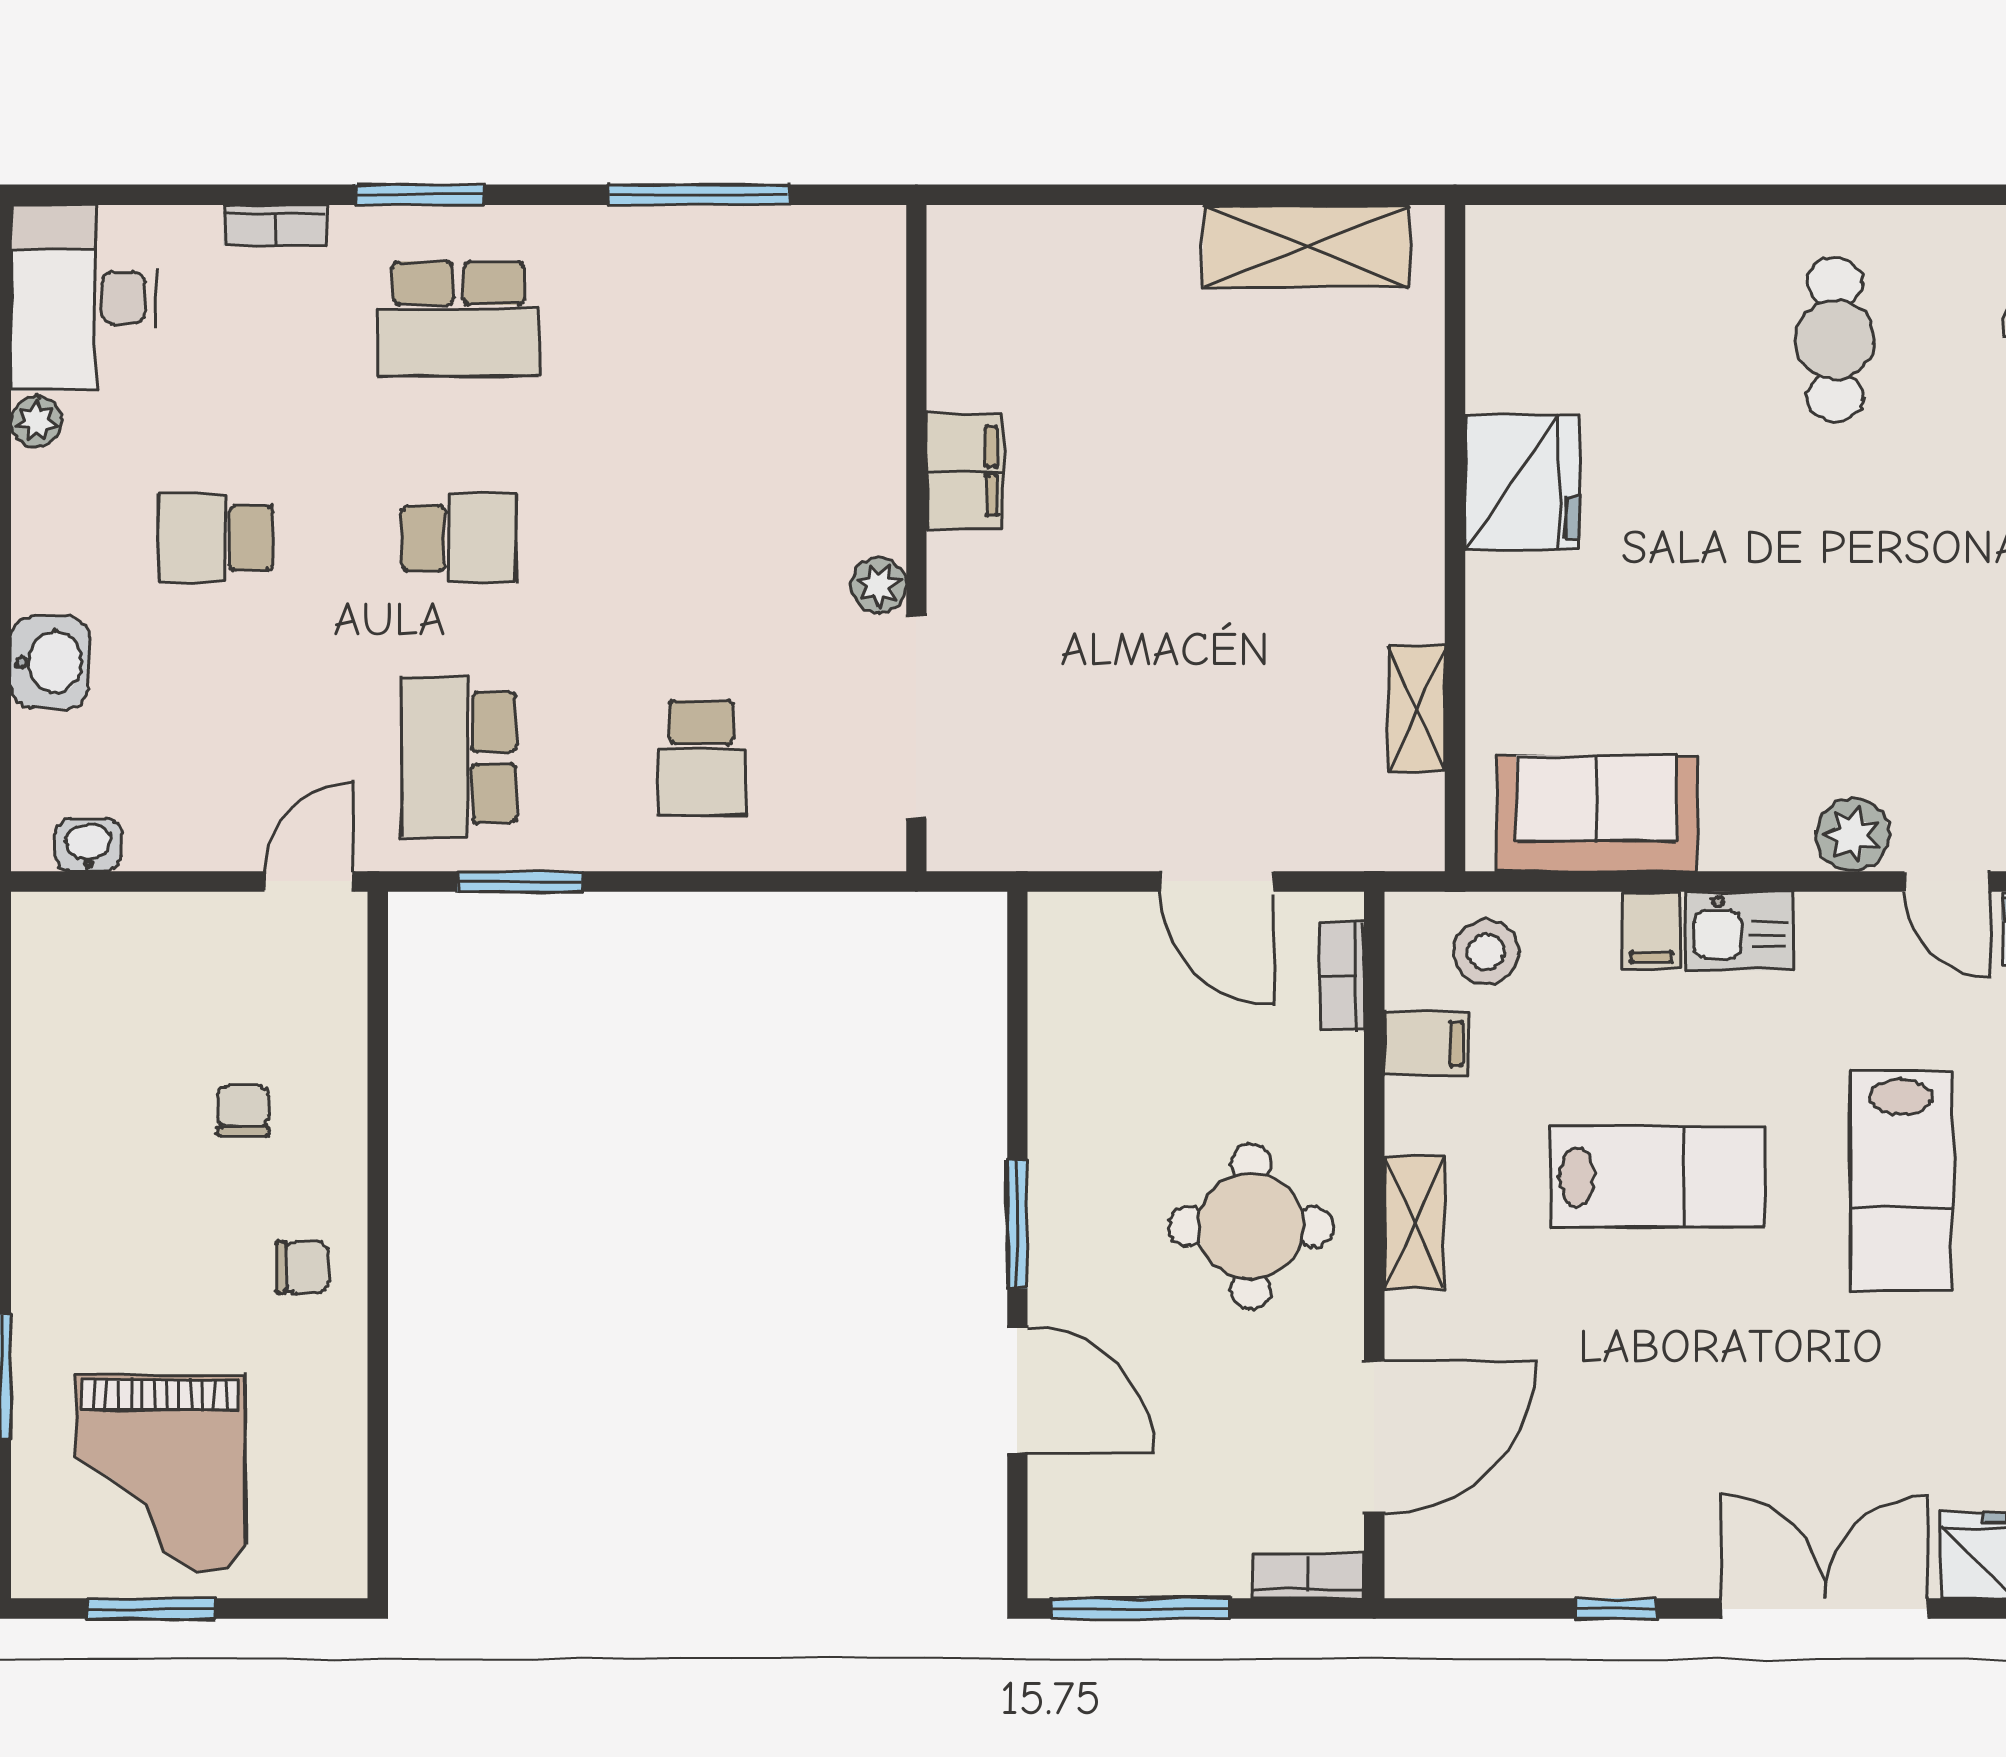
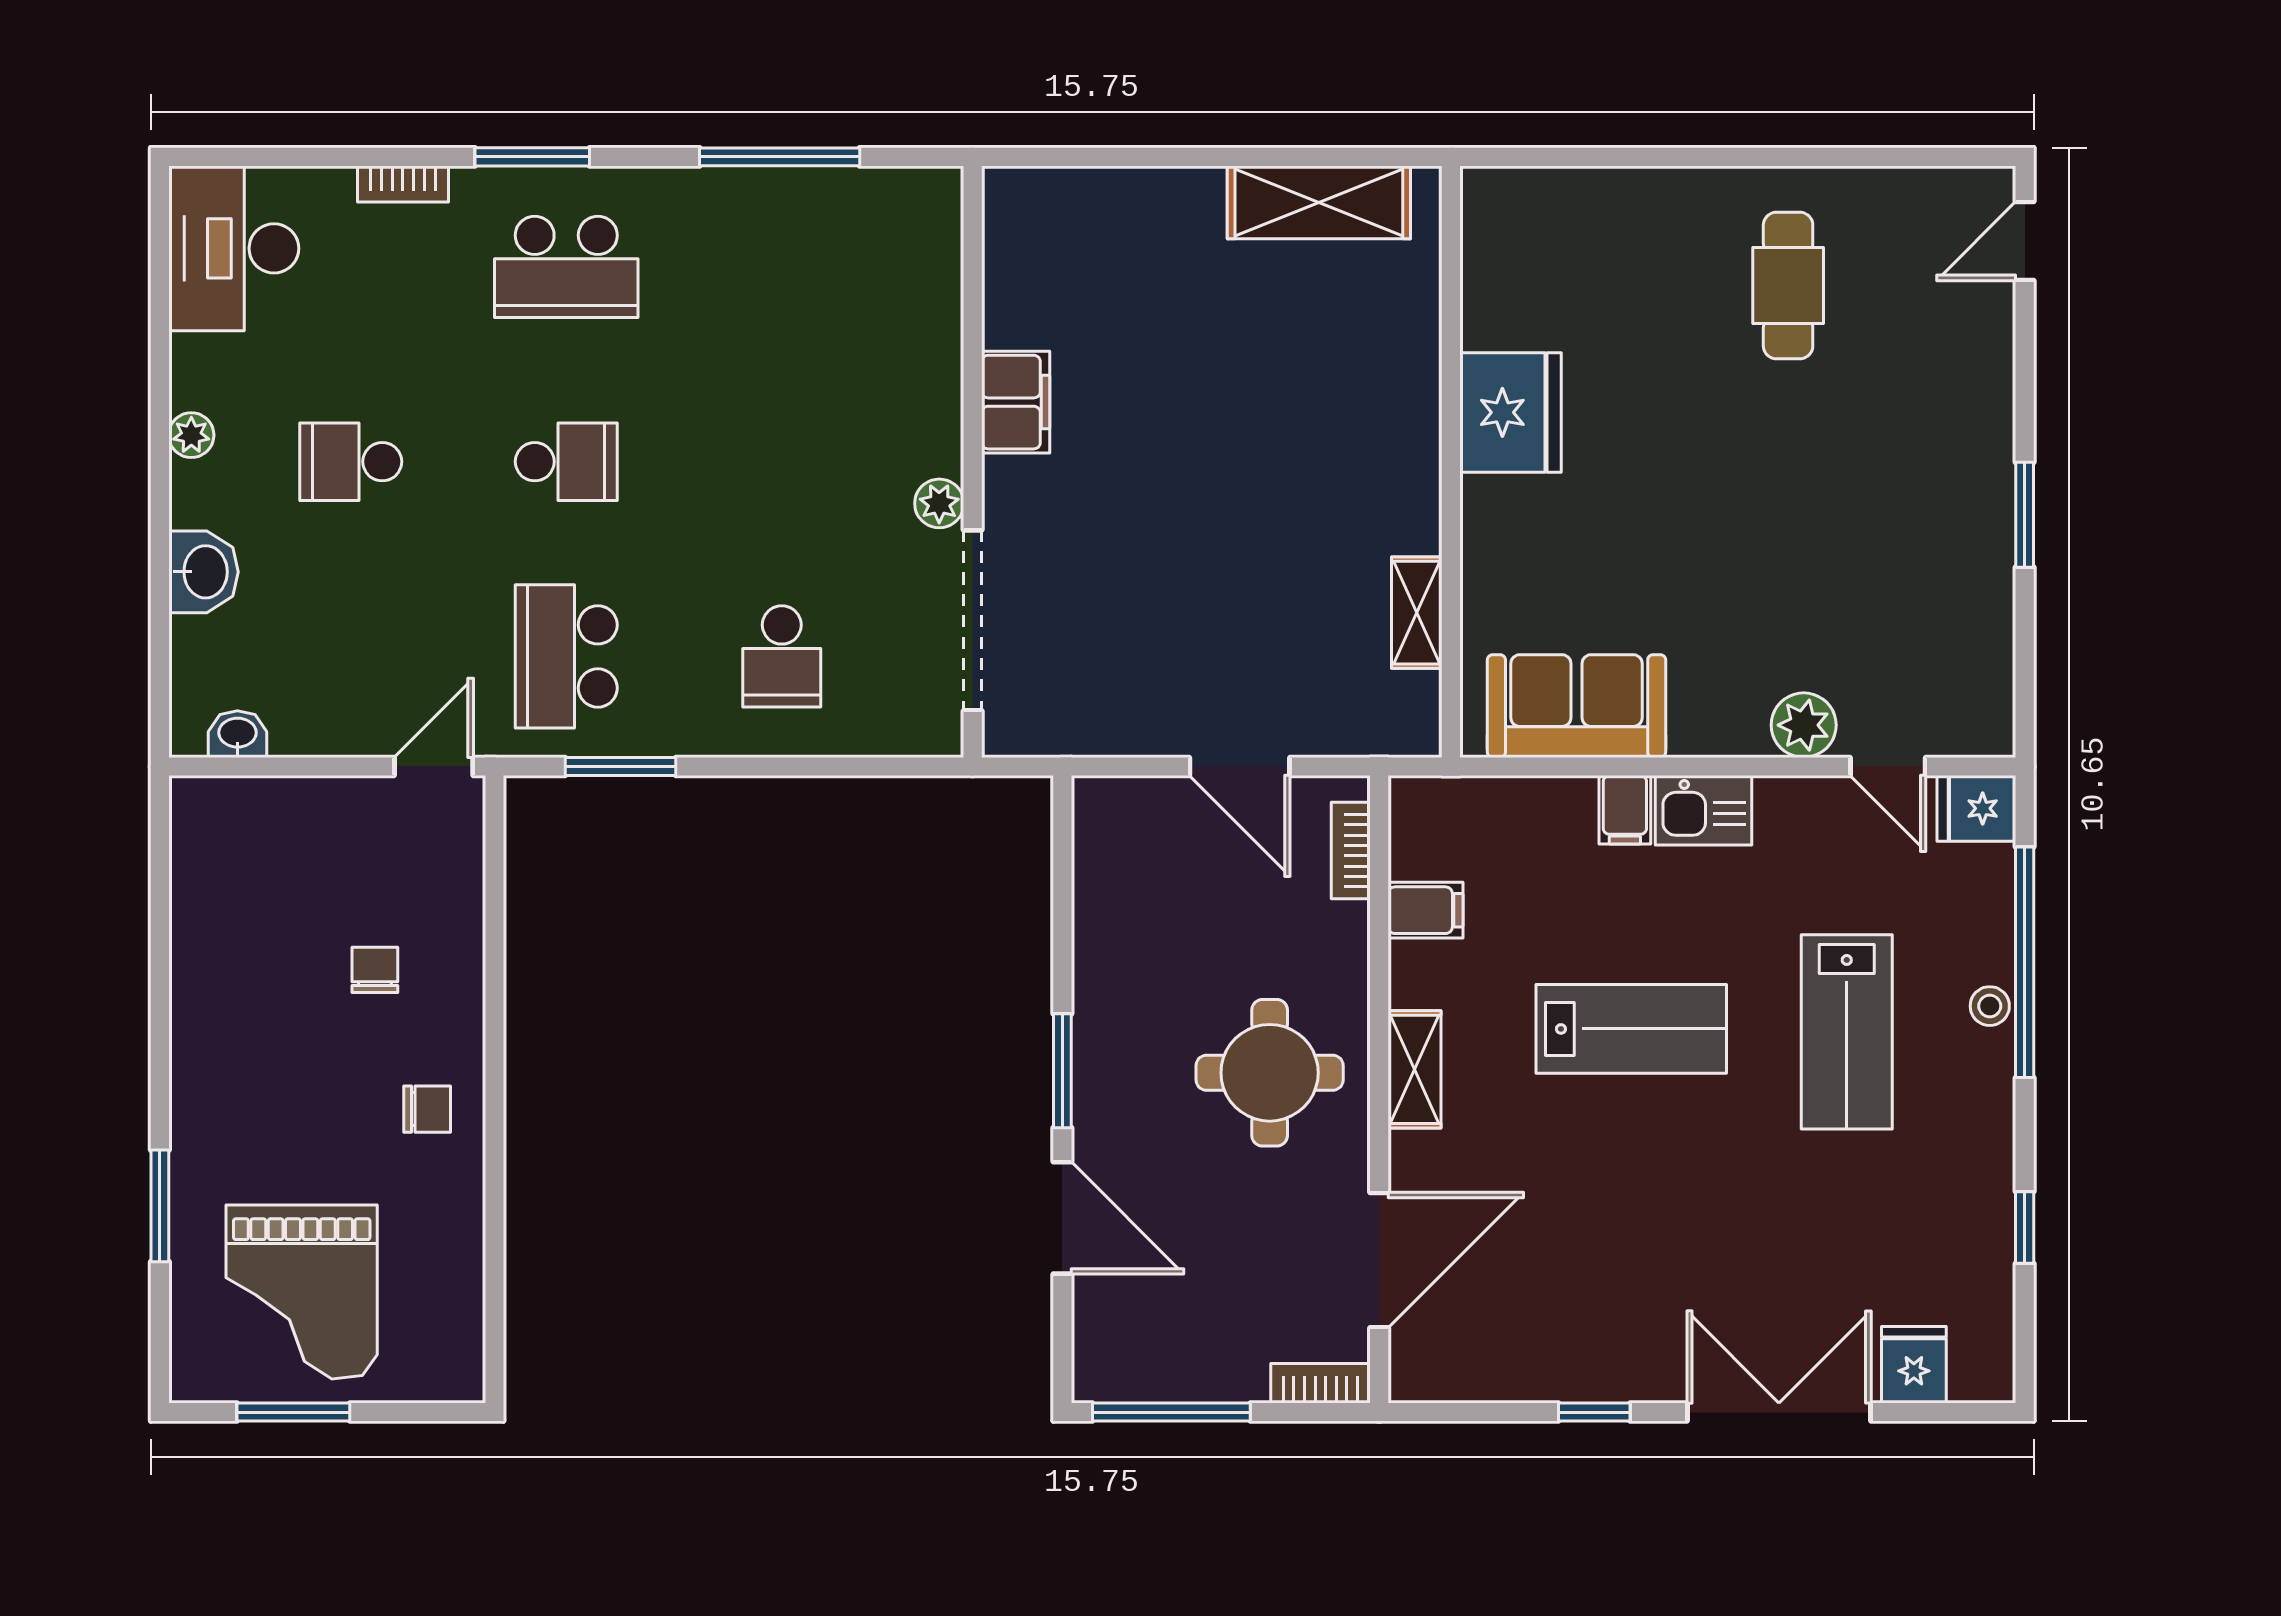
plant: (36, 422) -> (191, 435), moved
stool: (1486, 952) -> (1479, 829), removed

